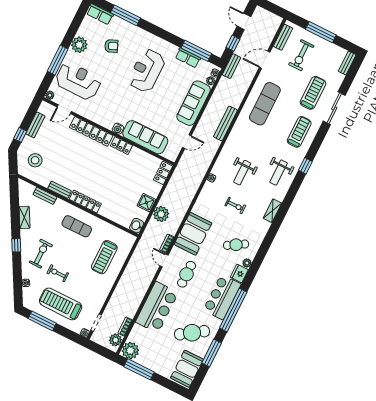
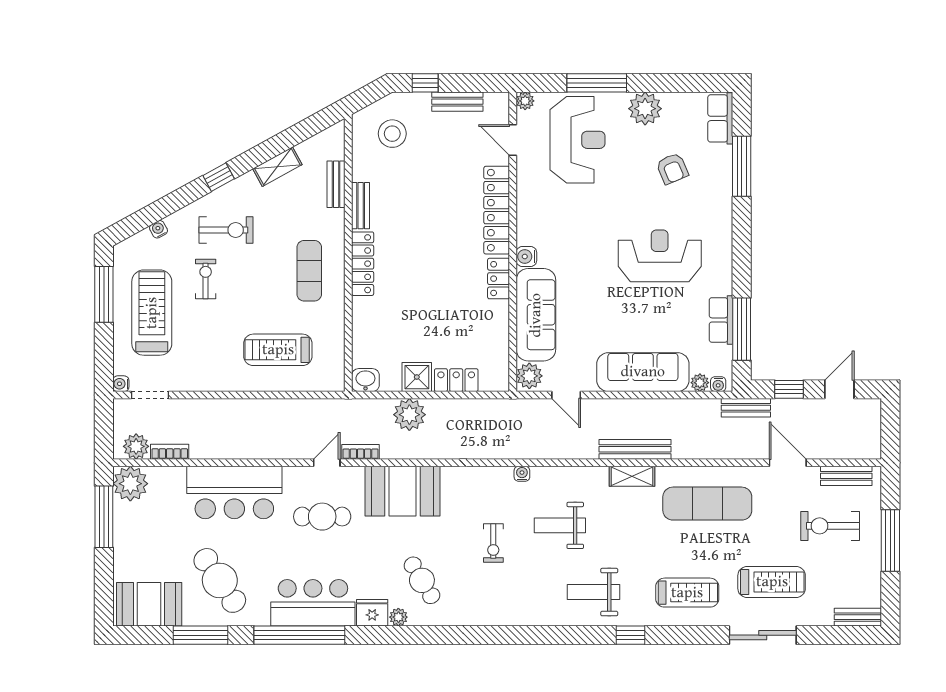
plant: (170, 153) -> (529, 376), added
locker: (163, 173) -> (456, 380), moved
shelving: (272, 211) -> (632, 476), moved

